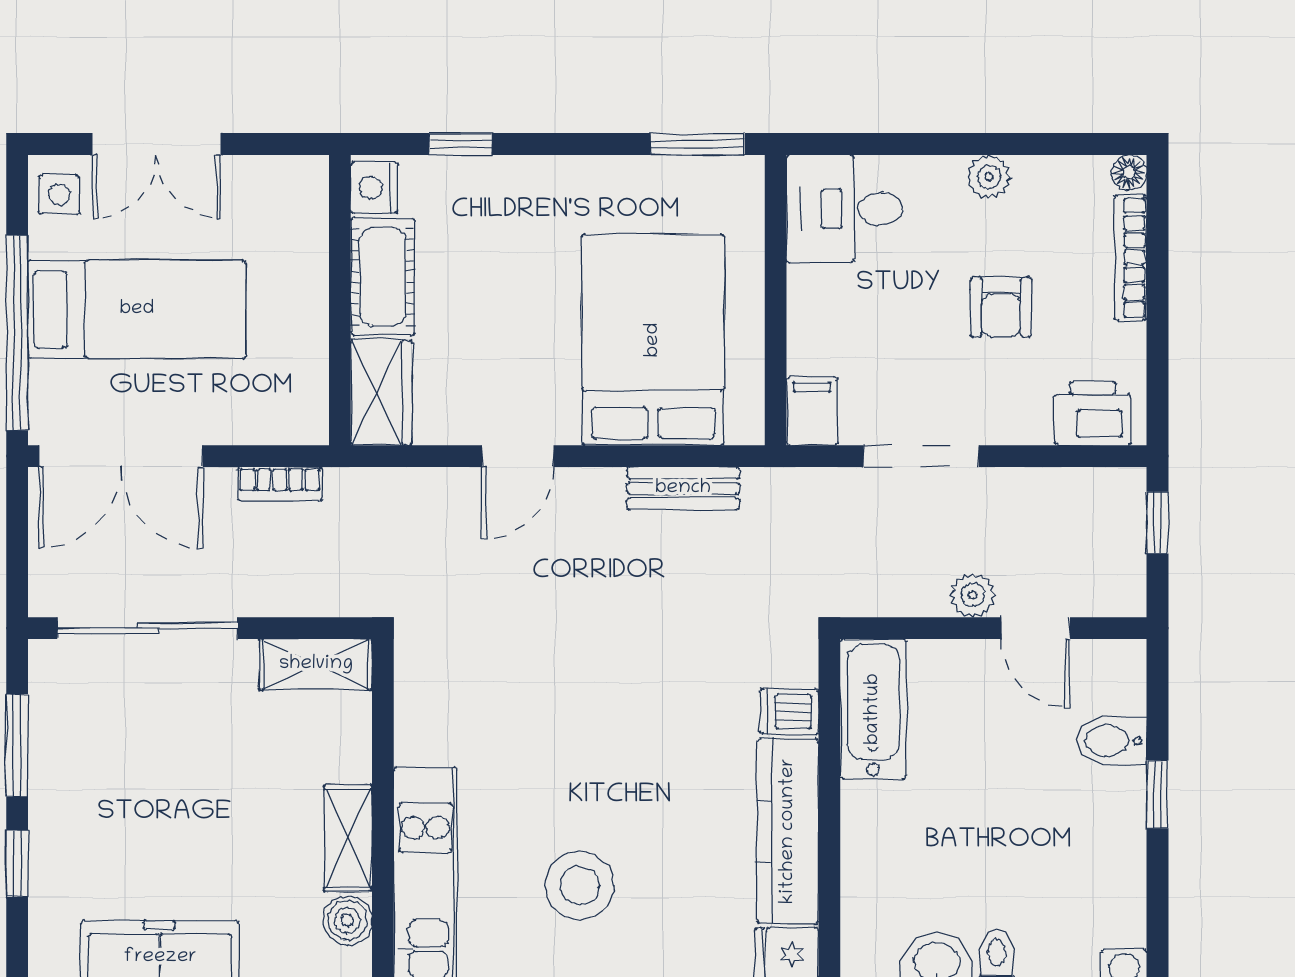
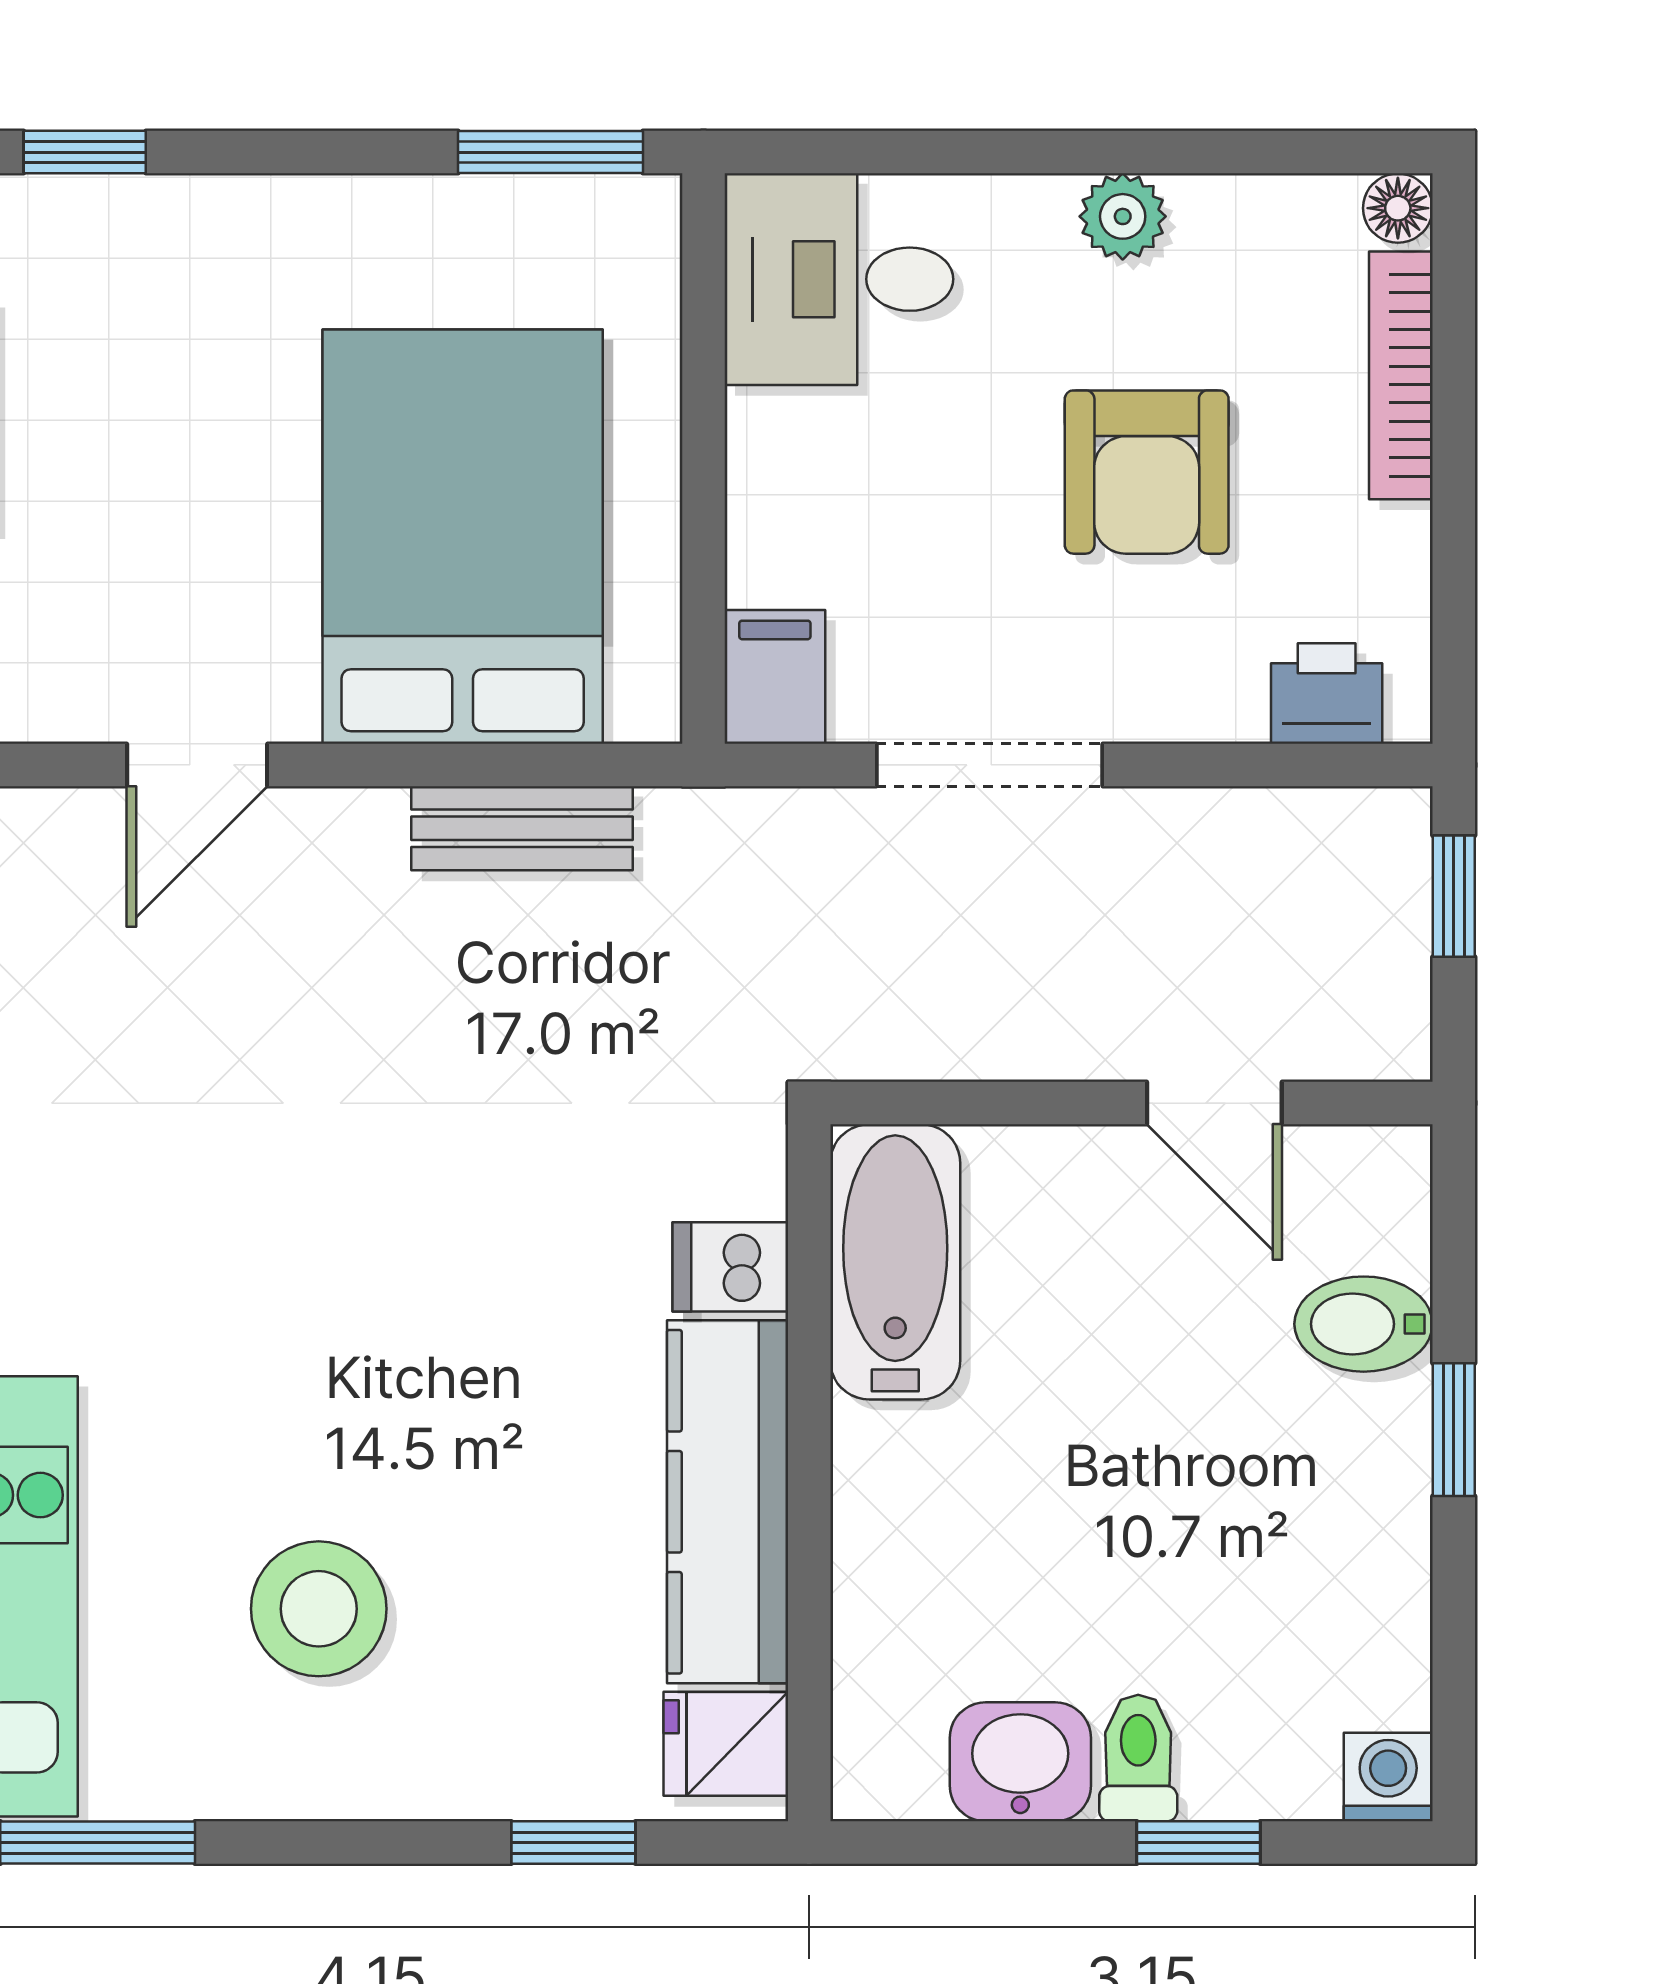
armchair: (1001, 307) -> (1147, 472), width x1.38, depth x1.38
printer: (1093, 413) -> (1327, 693), width x0.73, depth x0.81
plant: (973, 595) -> (1091, 1038), removed

